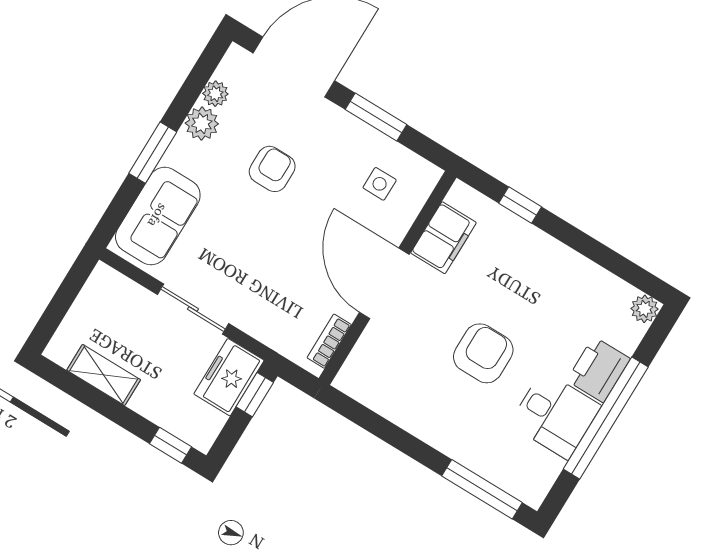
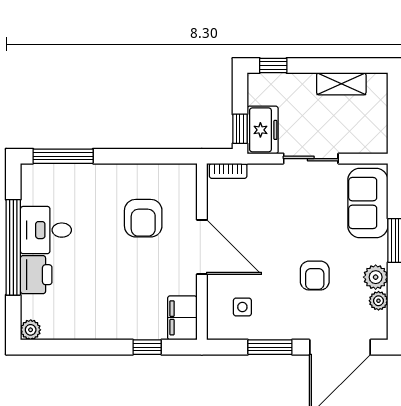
filing cabinet: (443, 238) -> (182, 318), moved
bookcase: (329, 341) -> (228, 171), moved, turned 90
armchair: (483, 353) -> (143, 218), moved

